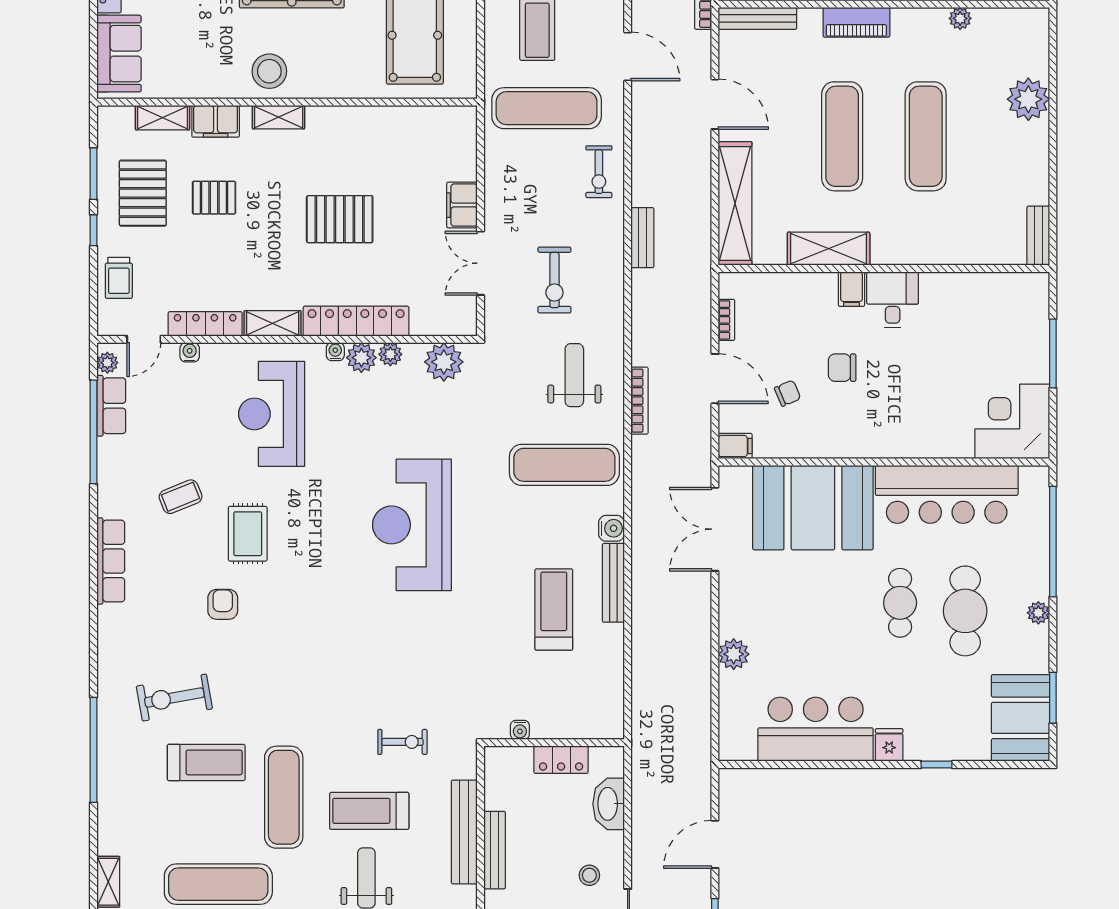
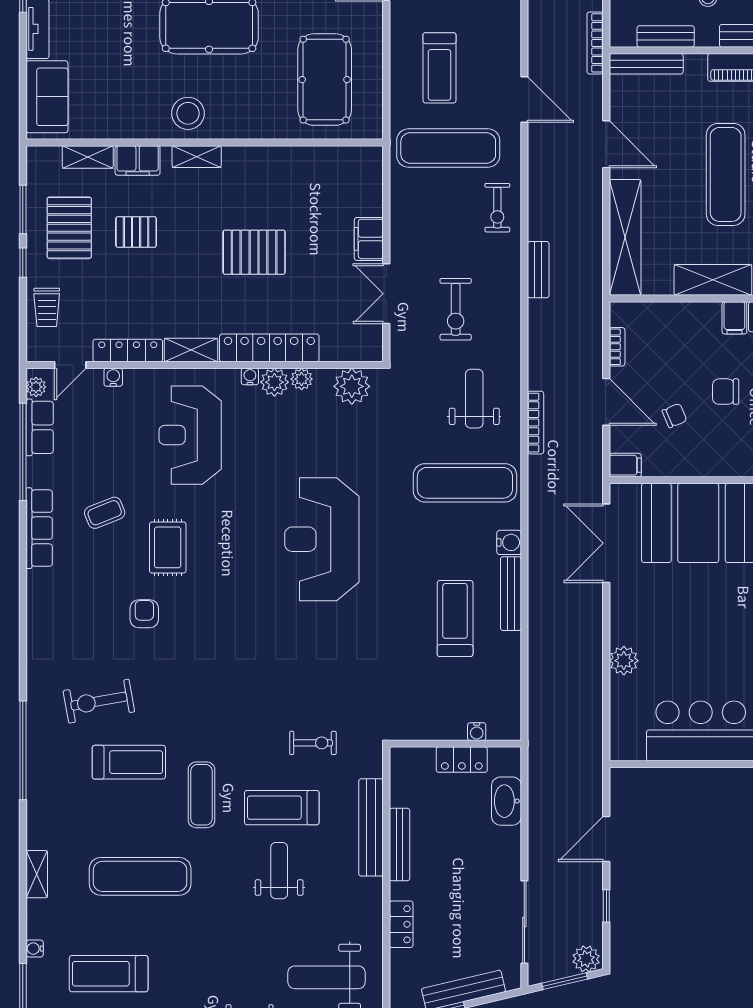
row of seats: (111, 561) -> (39, 528), moved
water cooler: (520, 730) -> (477, 732), moved
exercise mat: (284, 797) -> (201, 795), width x0.73, depth x0.69
stool: (589, 875) -> (488, 868), removed

